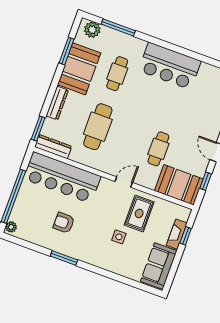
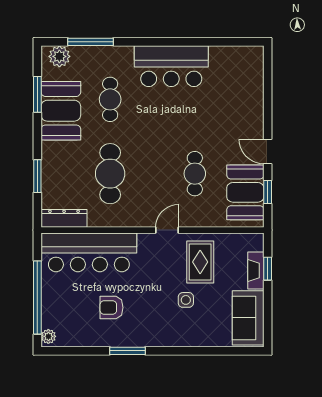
dresser: (57, 103) -> (49, 163), removed
window: (38, 129) -> (37, 176), moved
booth: (179, 185) -> (245, 192), moved, turned 90

